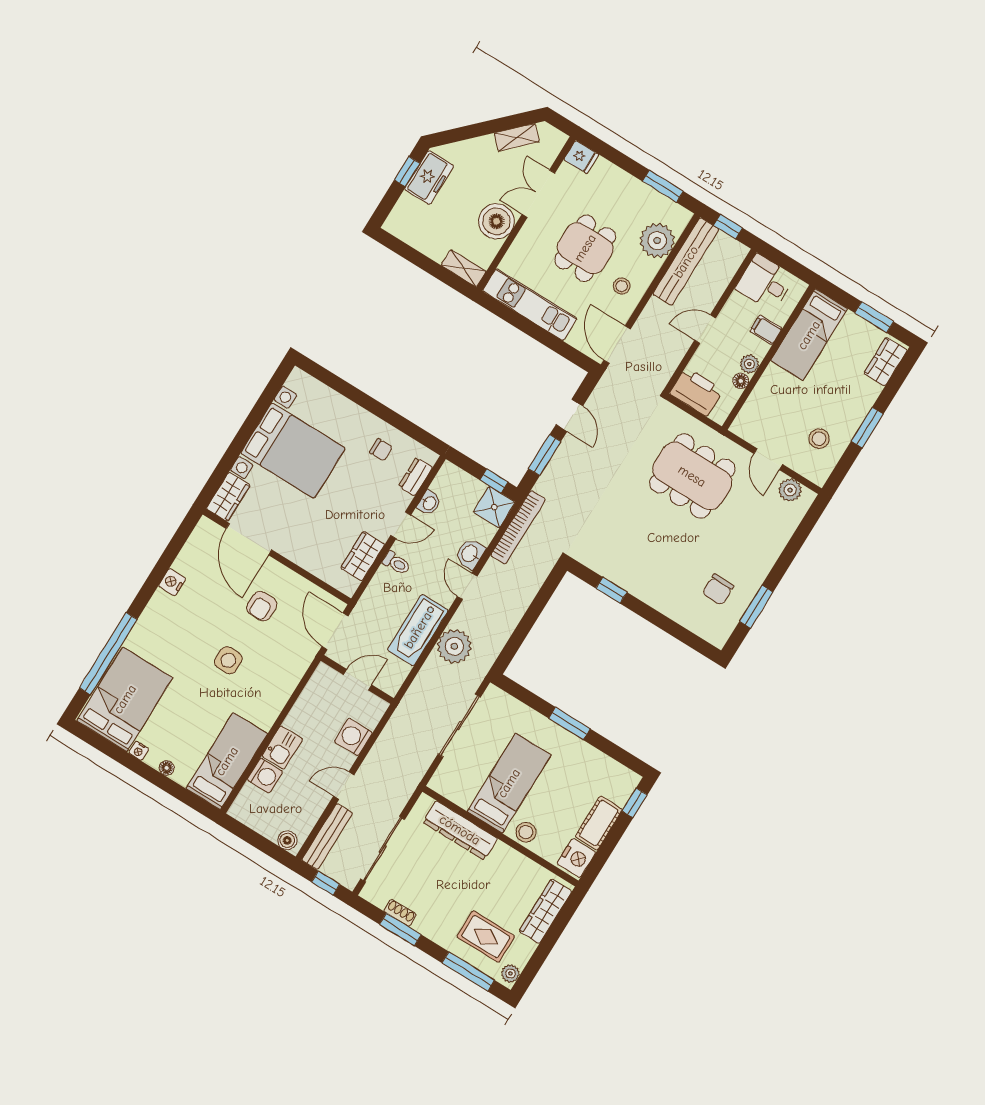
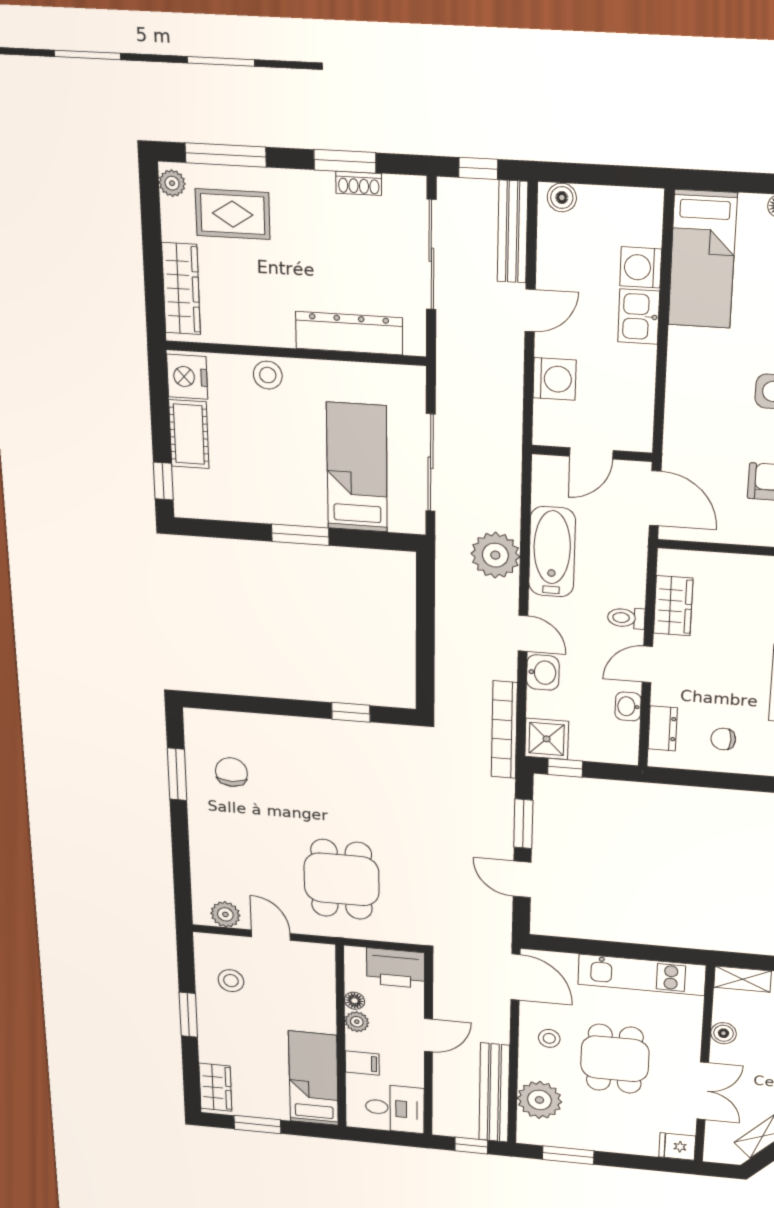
boiler: (496, 221) -> (724, 1033), width x0.54, depth x0.54
dining table: (692, 476) -> (342, 879), width x0.73
bed: (509, 783) -> (357, 467), moved, turned 180

